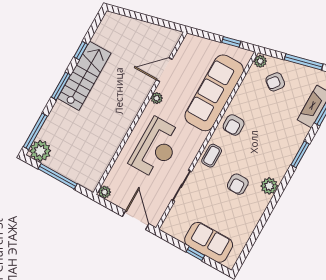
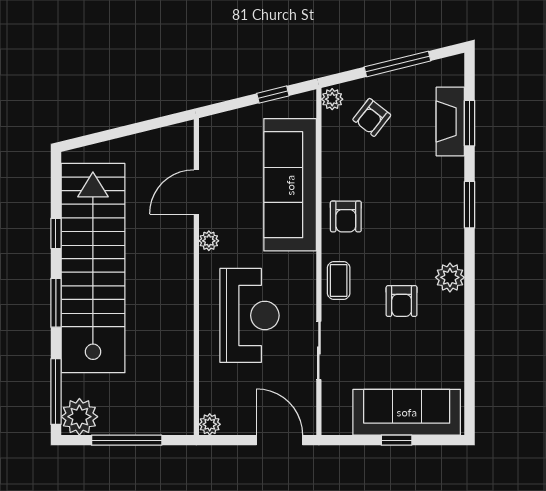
stairs: (84, 76) -> (93, 268), width x1.86, depth x1.51
sofa: (209, 242) -> (407, 412), width x1.36

